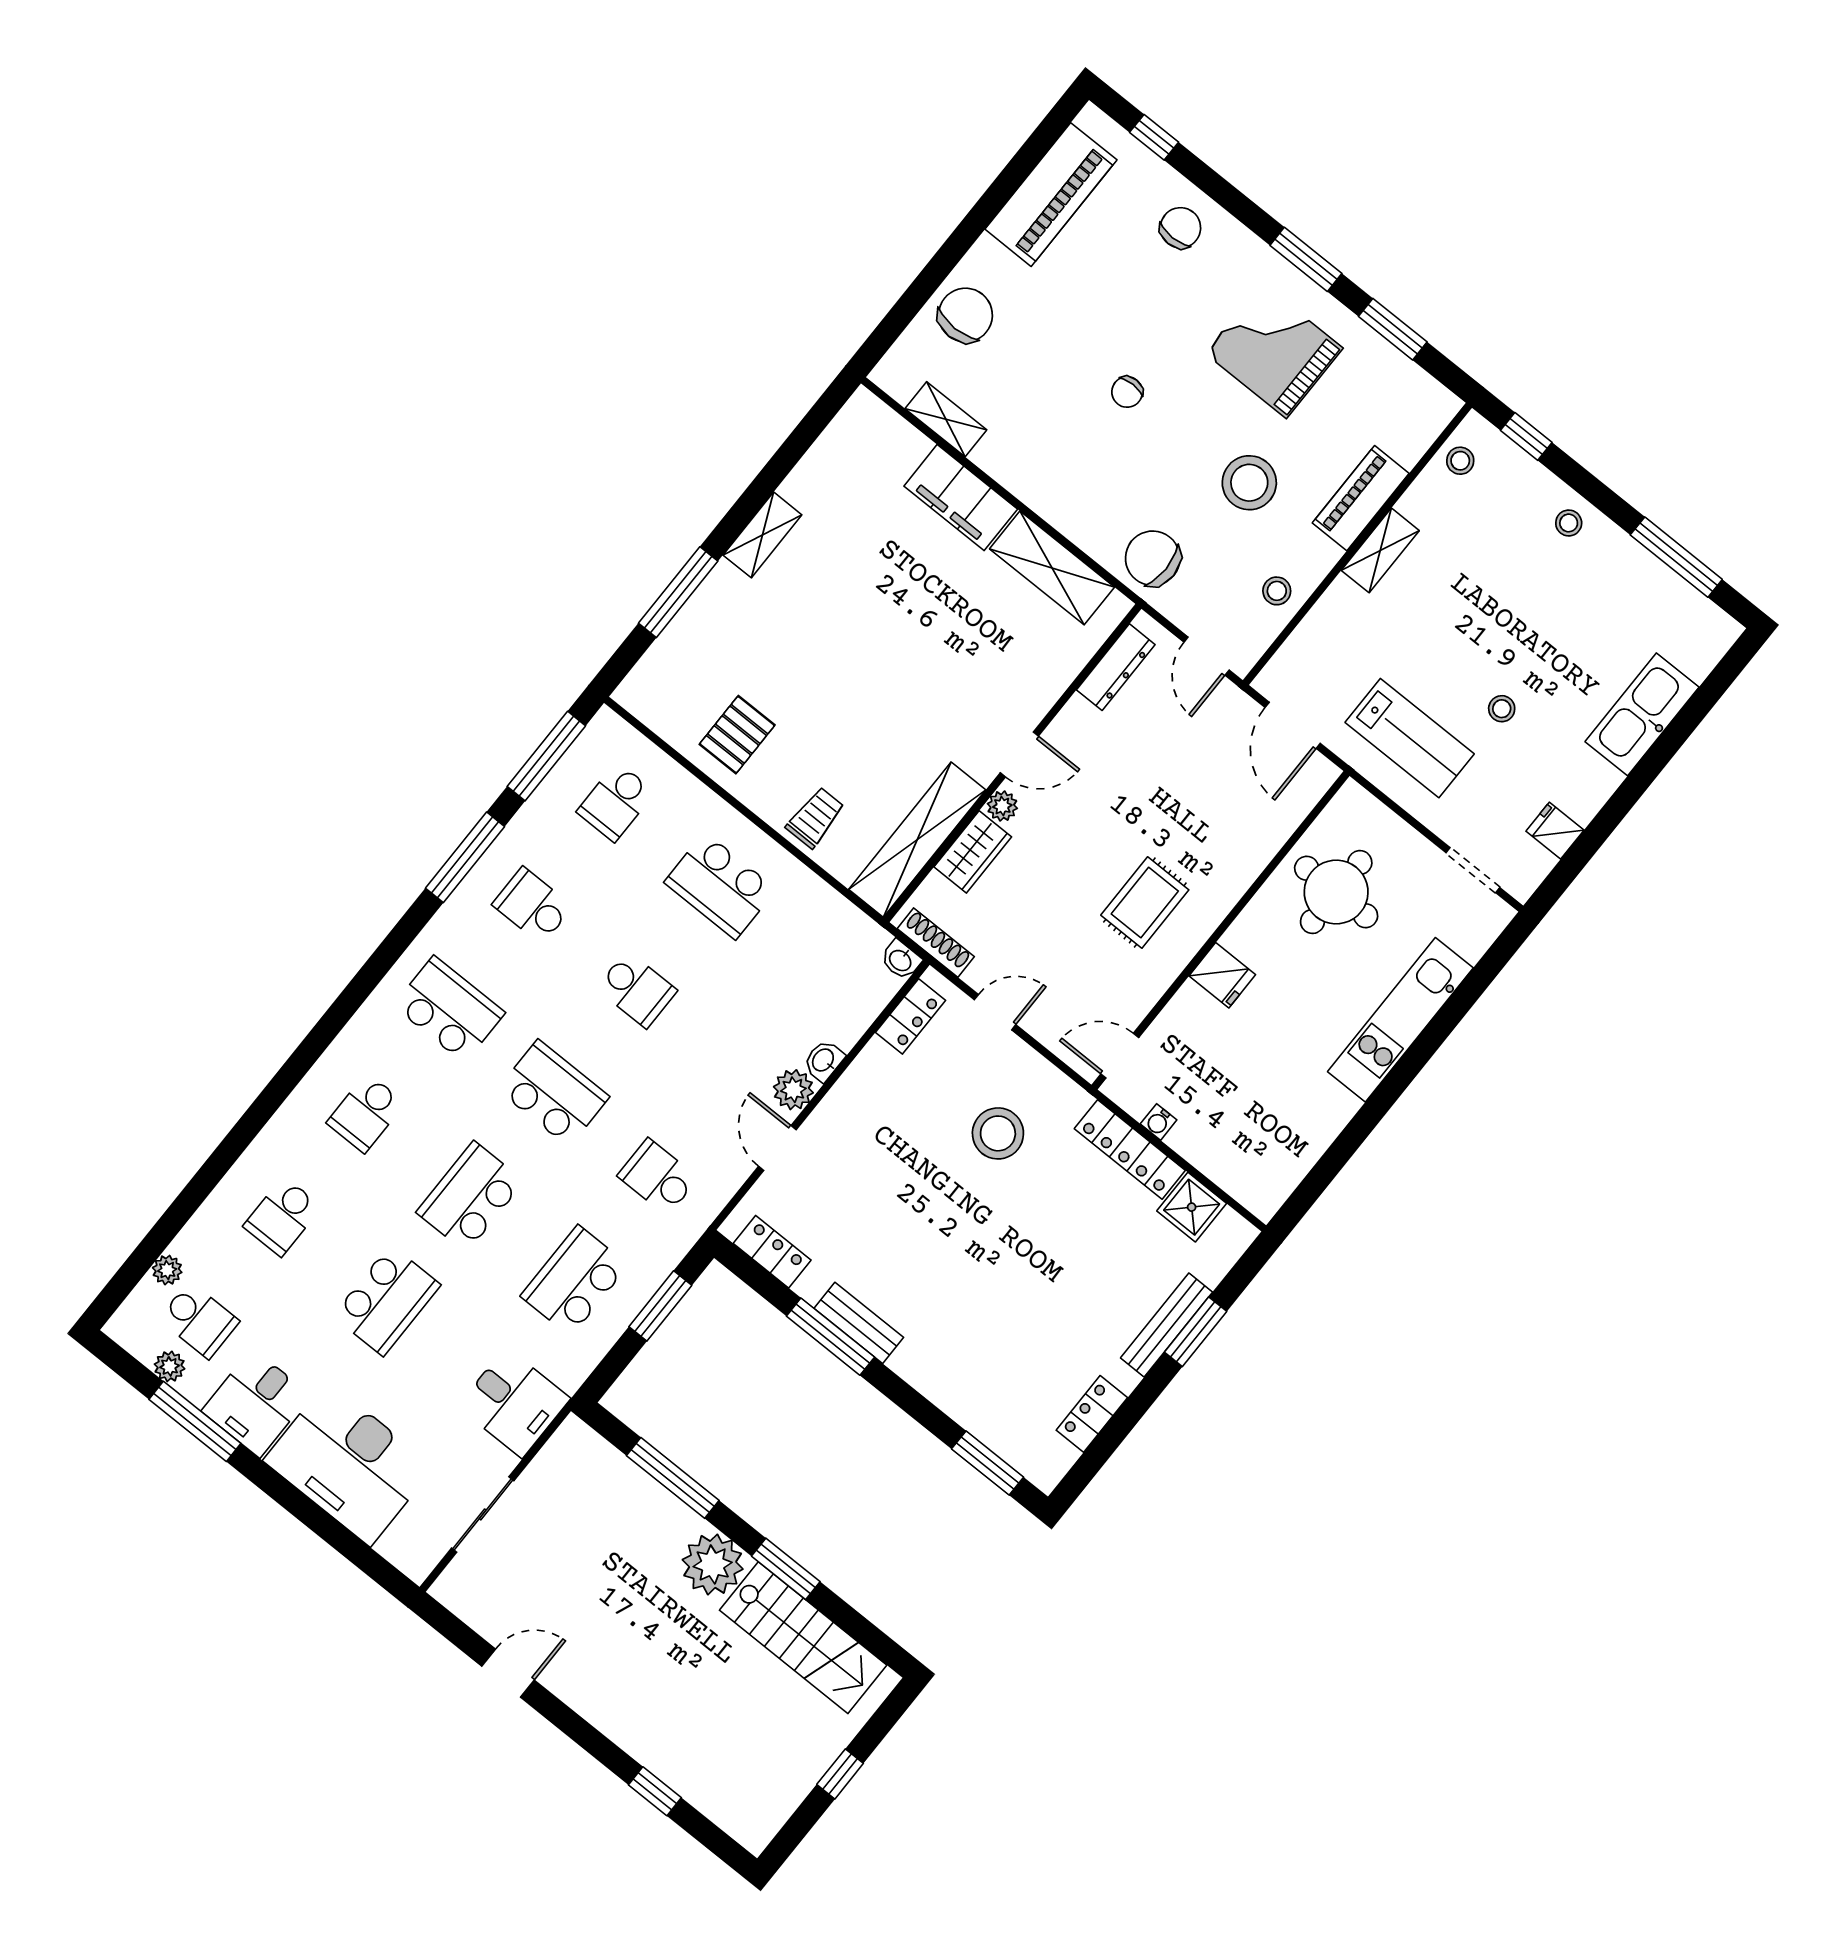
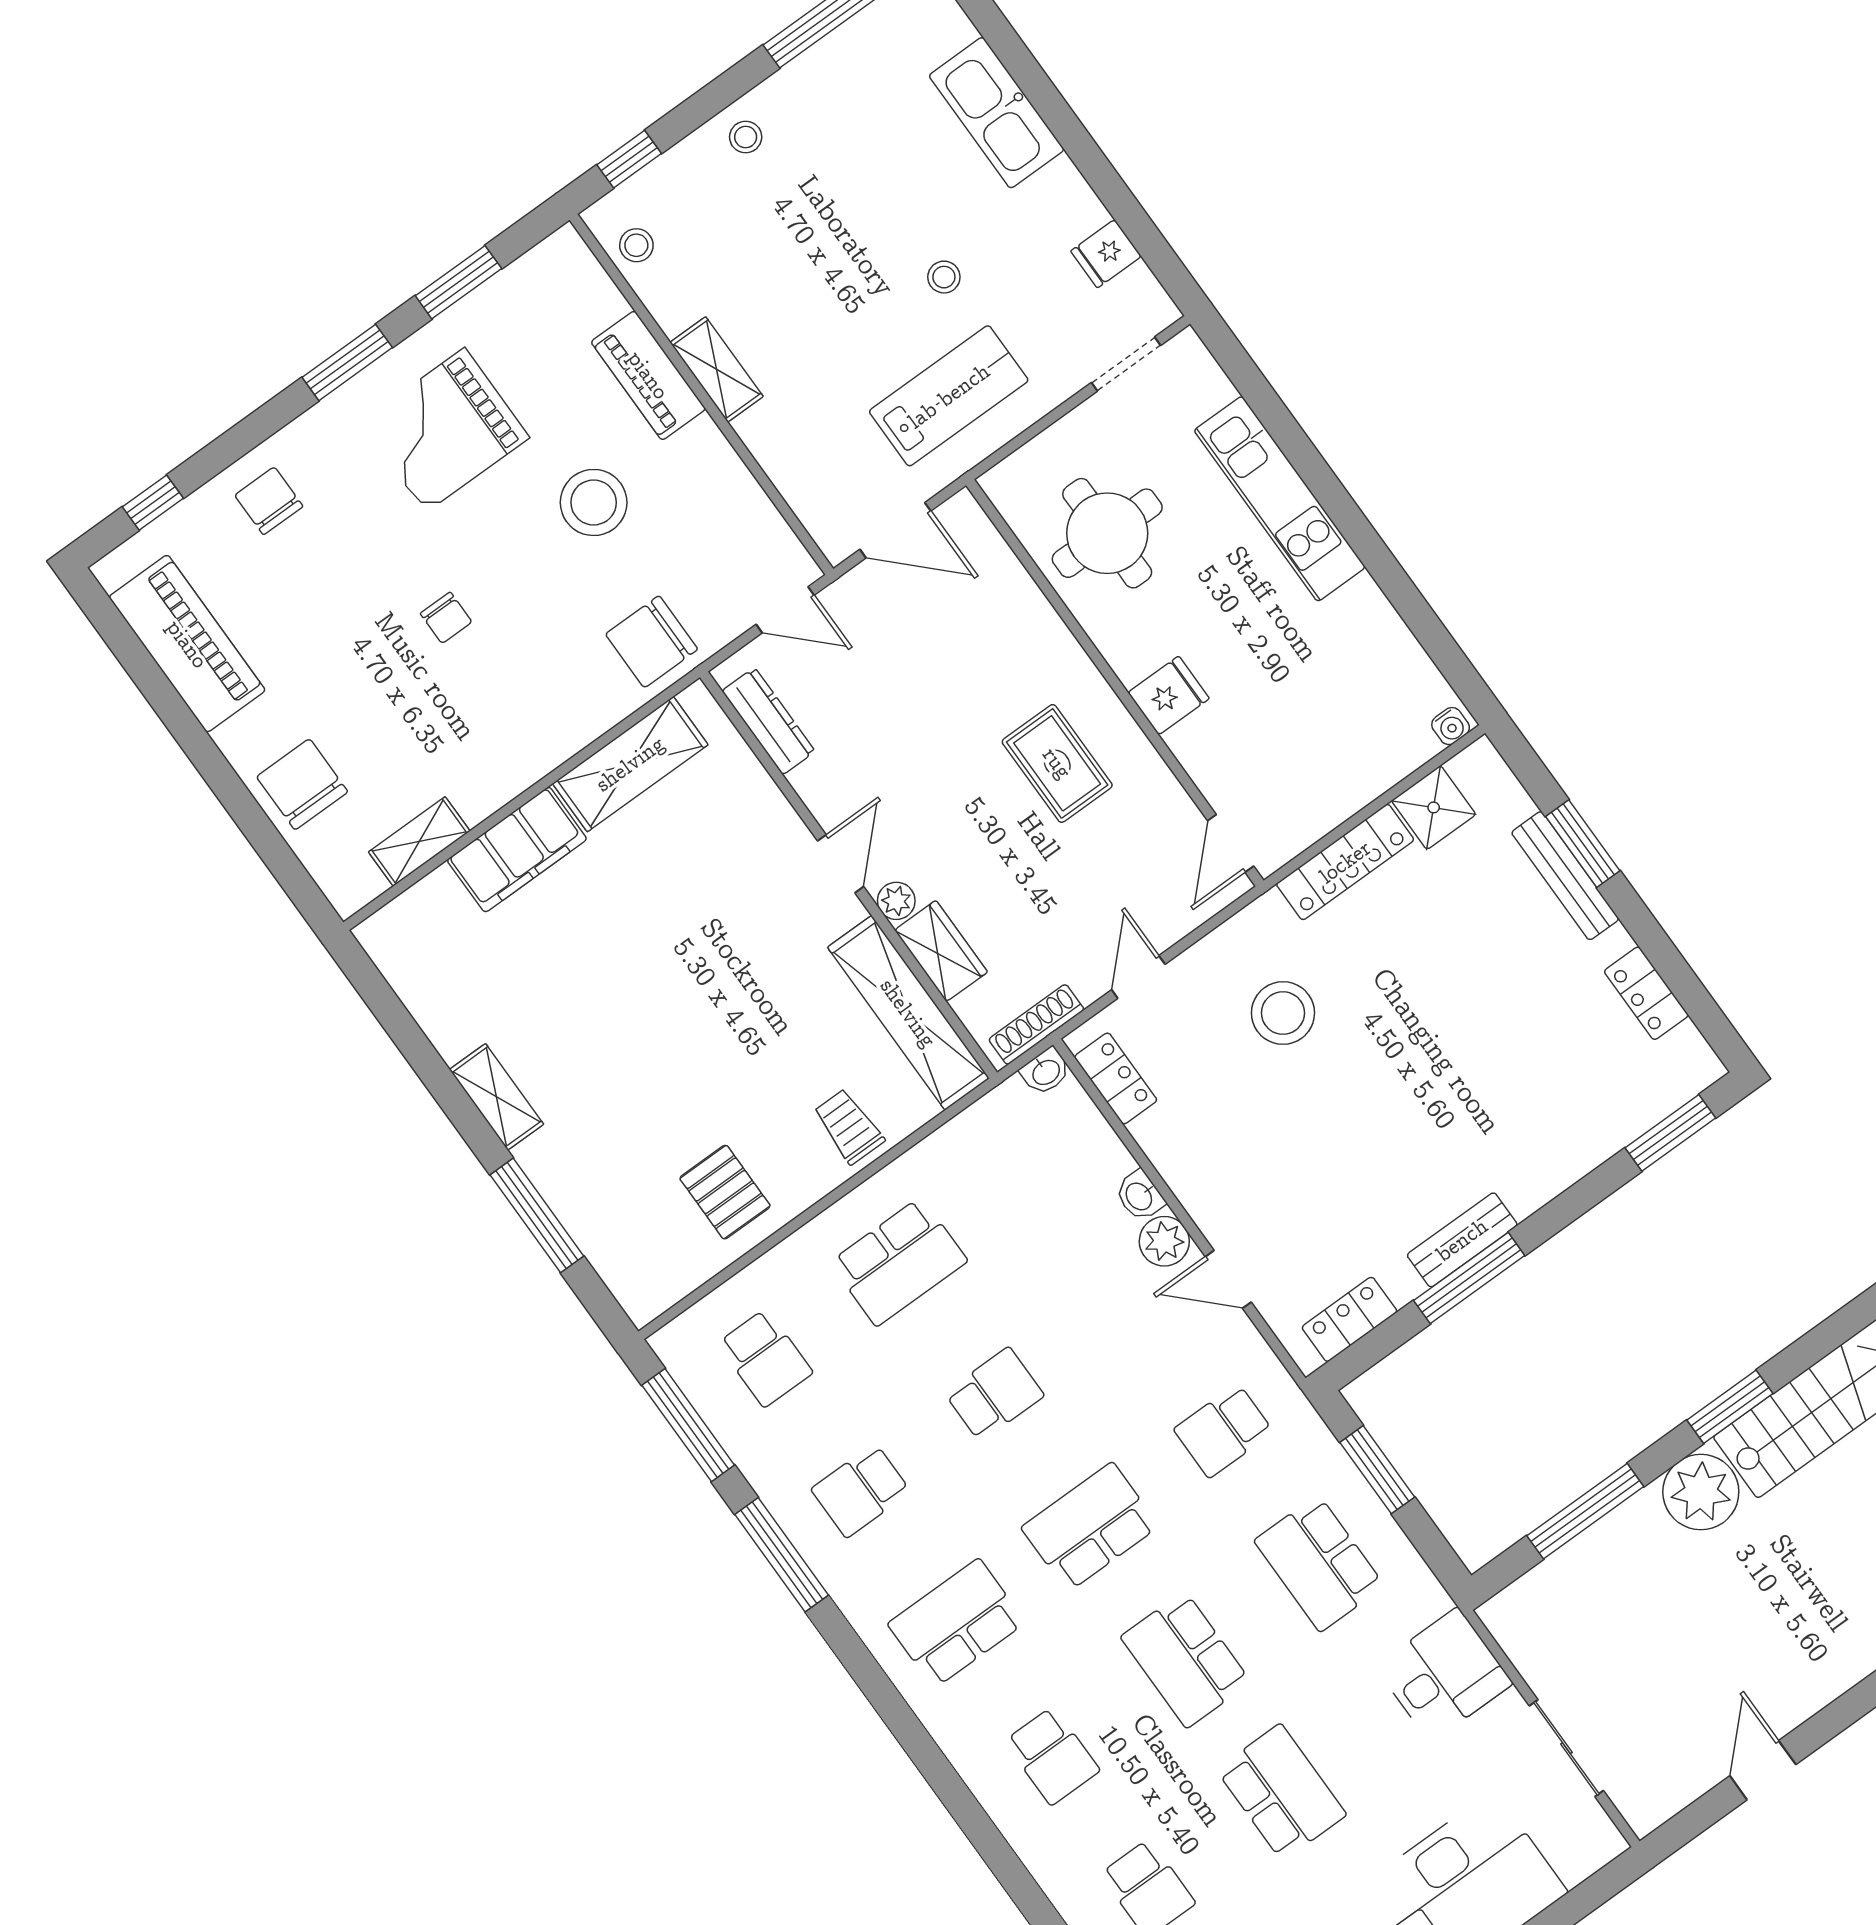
stool: (1277, 591) -> (731, 505), removed
water cooler: (1159, 1122) -> (1451, 726), moved

